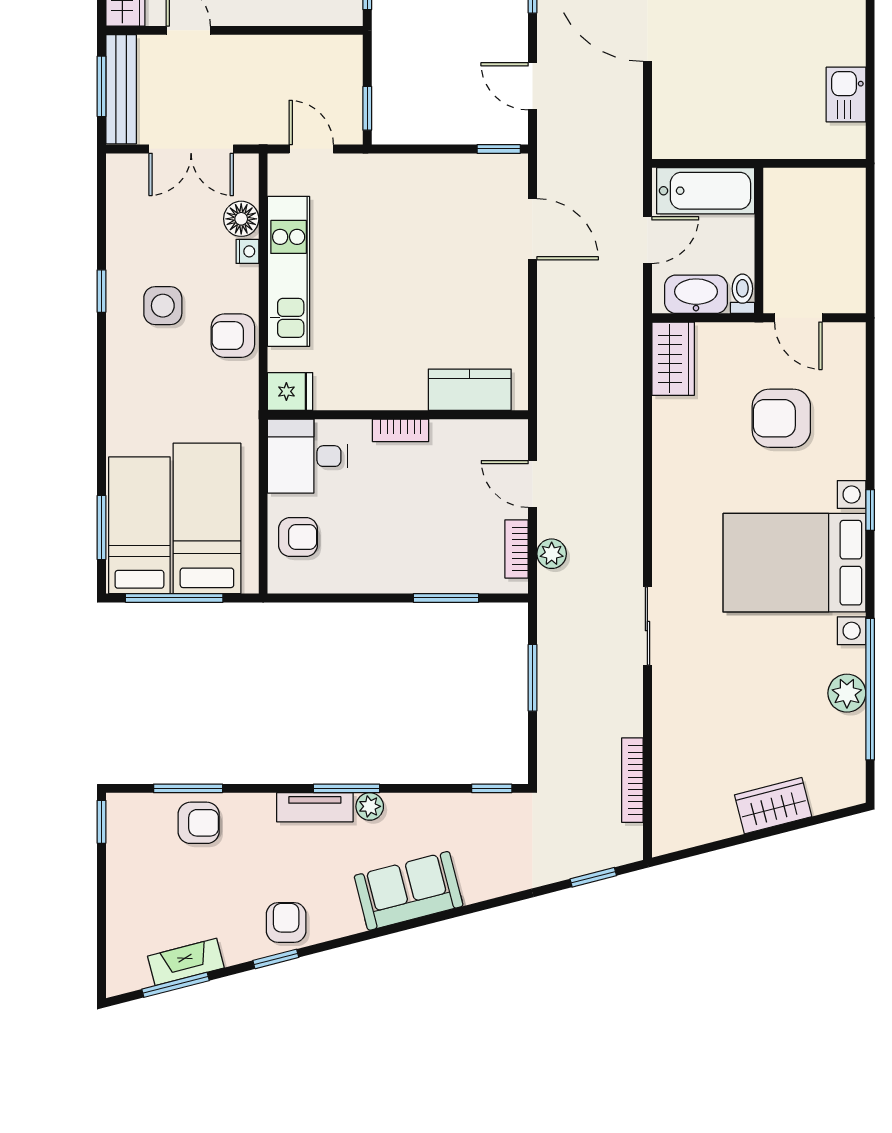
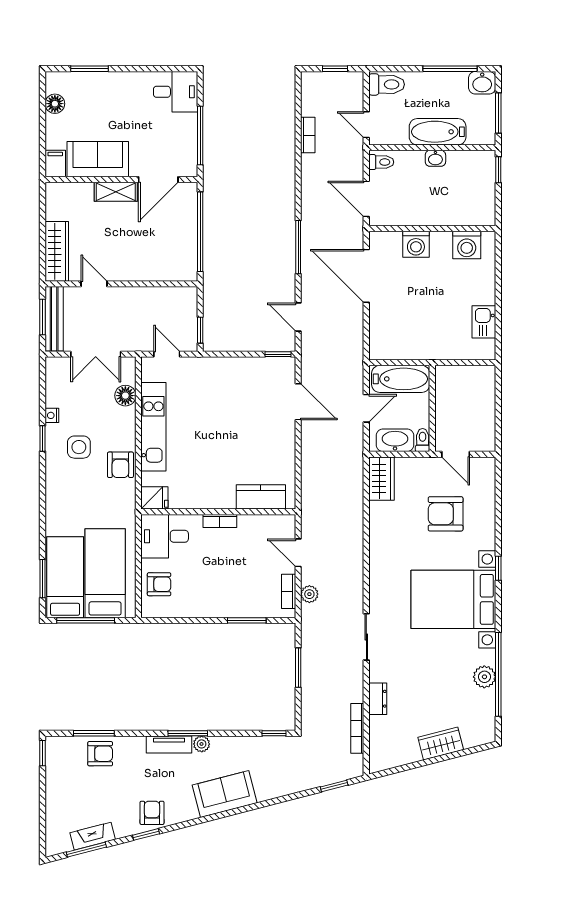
nightstand: (247, 251) -> (52, 415), moved, turned 180
armchair: (233, 336) -> (120, 465), turned -90
dresser: (667, 730) -> (378, 699), added

